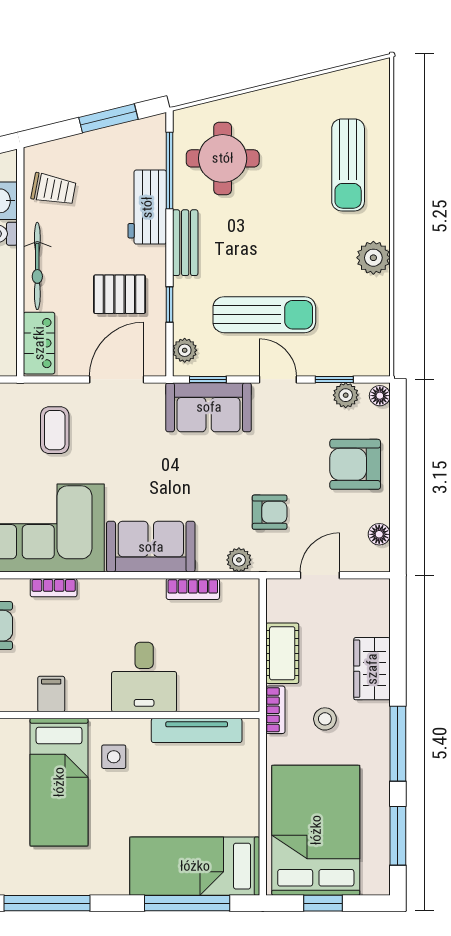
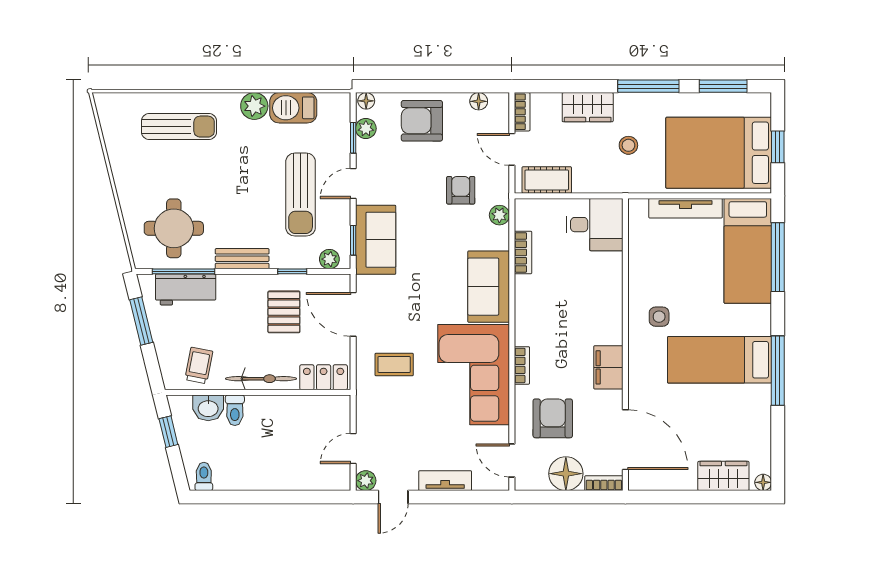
workbench: (147, 207) -> (186, 290), moved
barbecue: (371, 306) -> (293, 108), added
sun lounger: (264, 315) -> (301, 195), turned 180
armchair: (355, 464) -> (422, 121), turned 90
cot: (282, 653) -> (547, 180), moved
desk: (144, 677) -> (594, 225), moved
filing cabinet: (51, 694) -> (608, 367), width x2.00
bookcase: (275, 710) -> (522, 112), moved, turned 90
tv unit: (197, 730) -> (686, 208), moved, turned 90
bed: (59, 782) -> (720, 360), moved, turned 180

